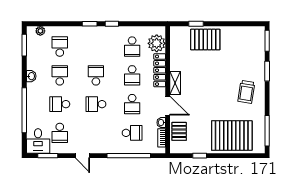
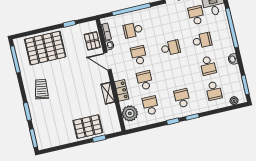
locker: (160, 70) -> (122, 90), width x0.66
school desk: (96, 75) -> (182, 98), moved, turned 180
shelving: (175, 83) -> (108, 93), moved

